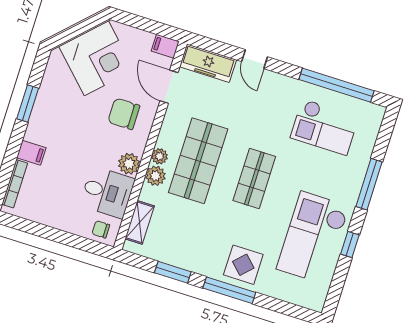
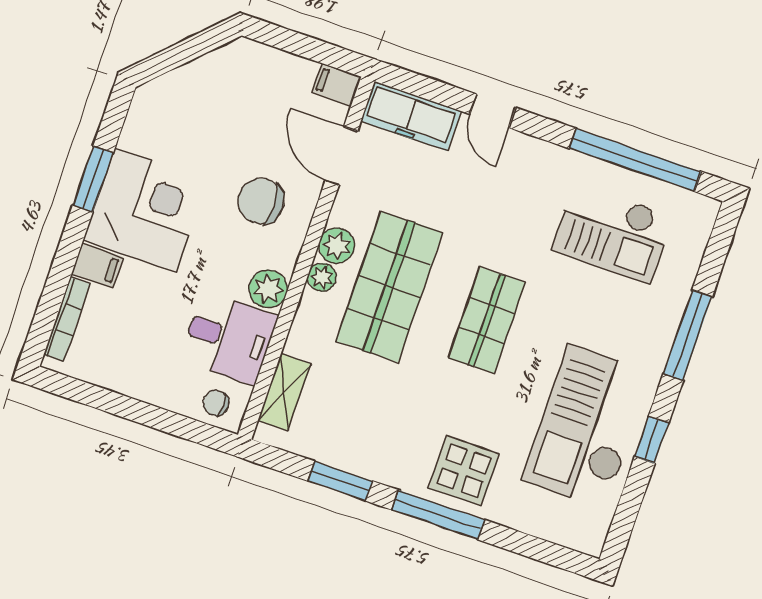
corner desk: (96, 58) -> (145, 210), moved, turned -45
plant: (155, 176) -> (337, 246), moved

